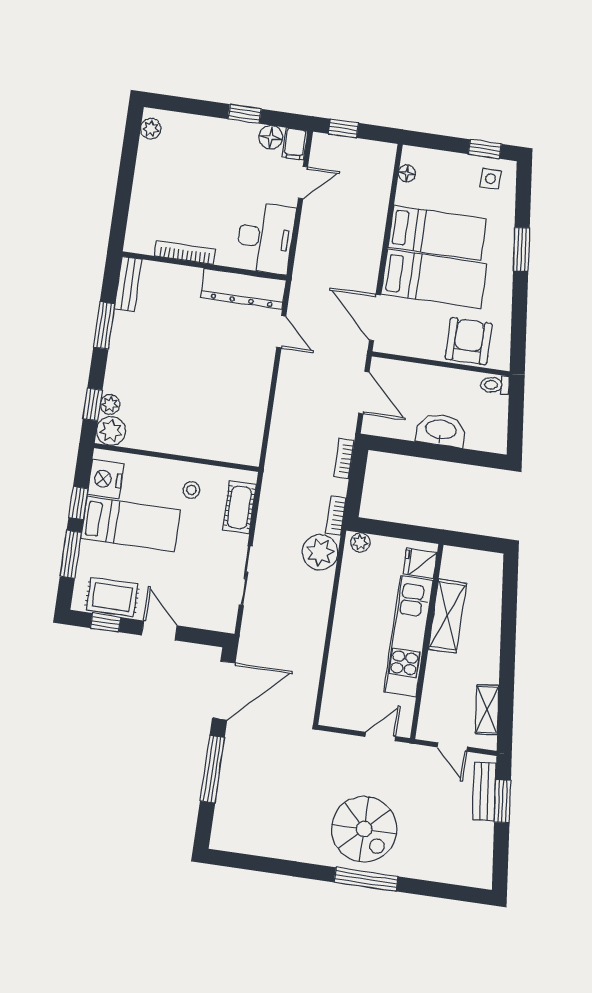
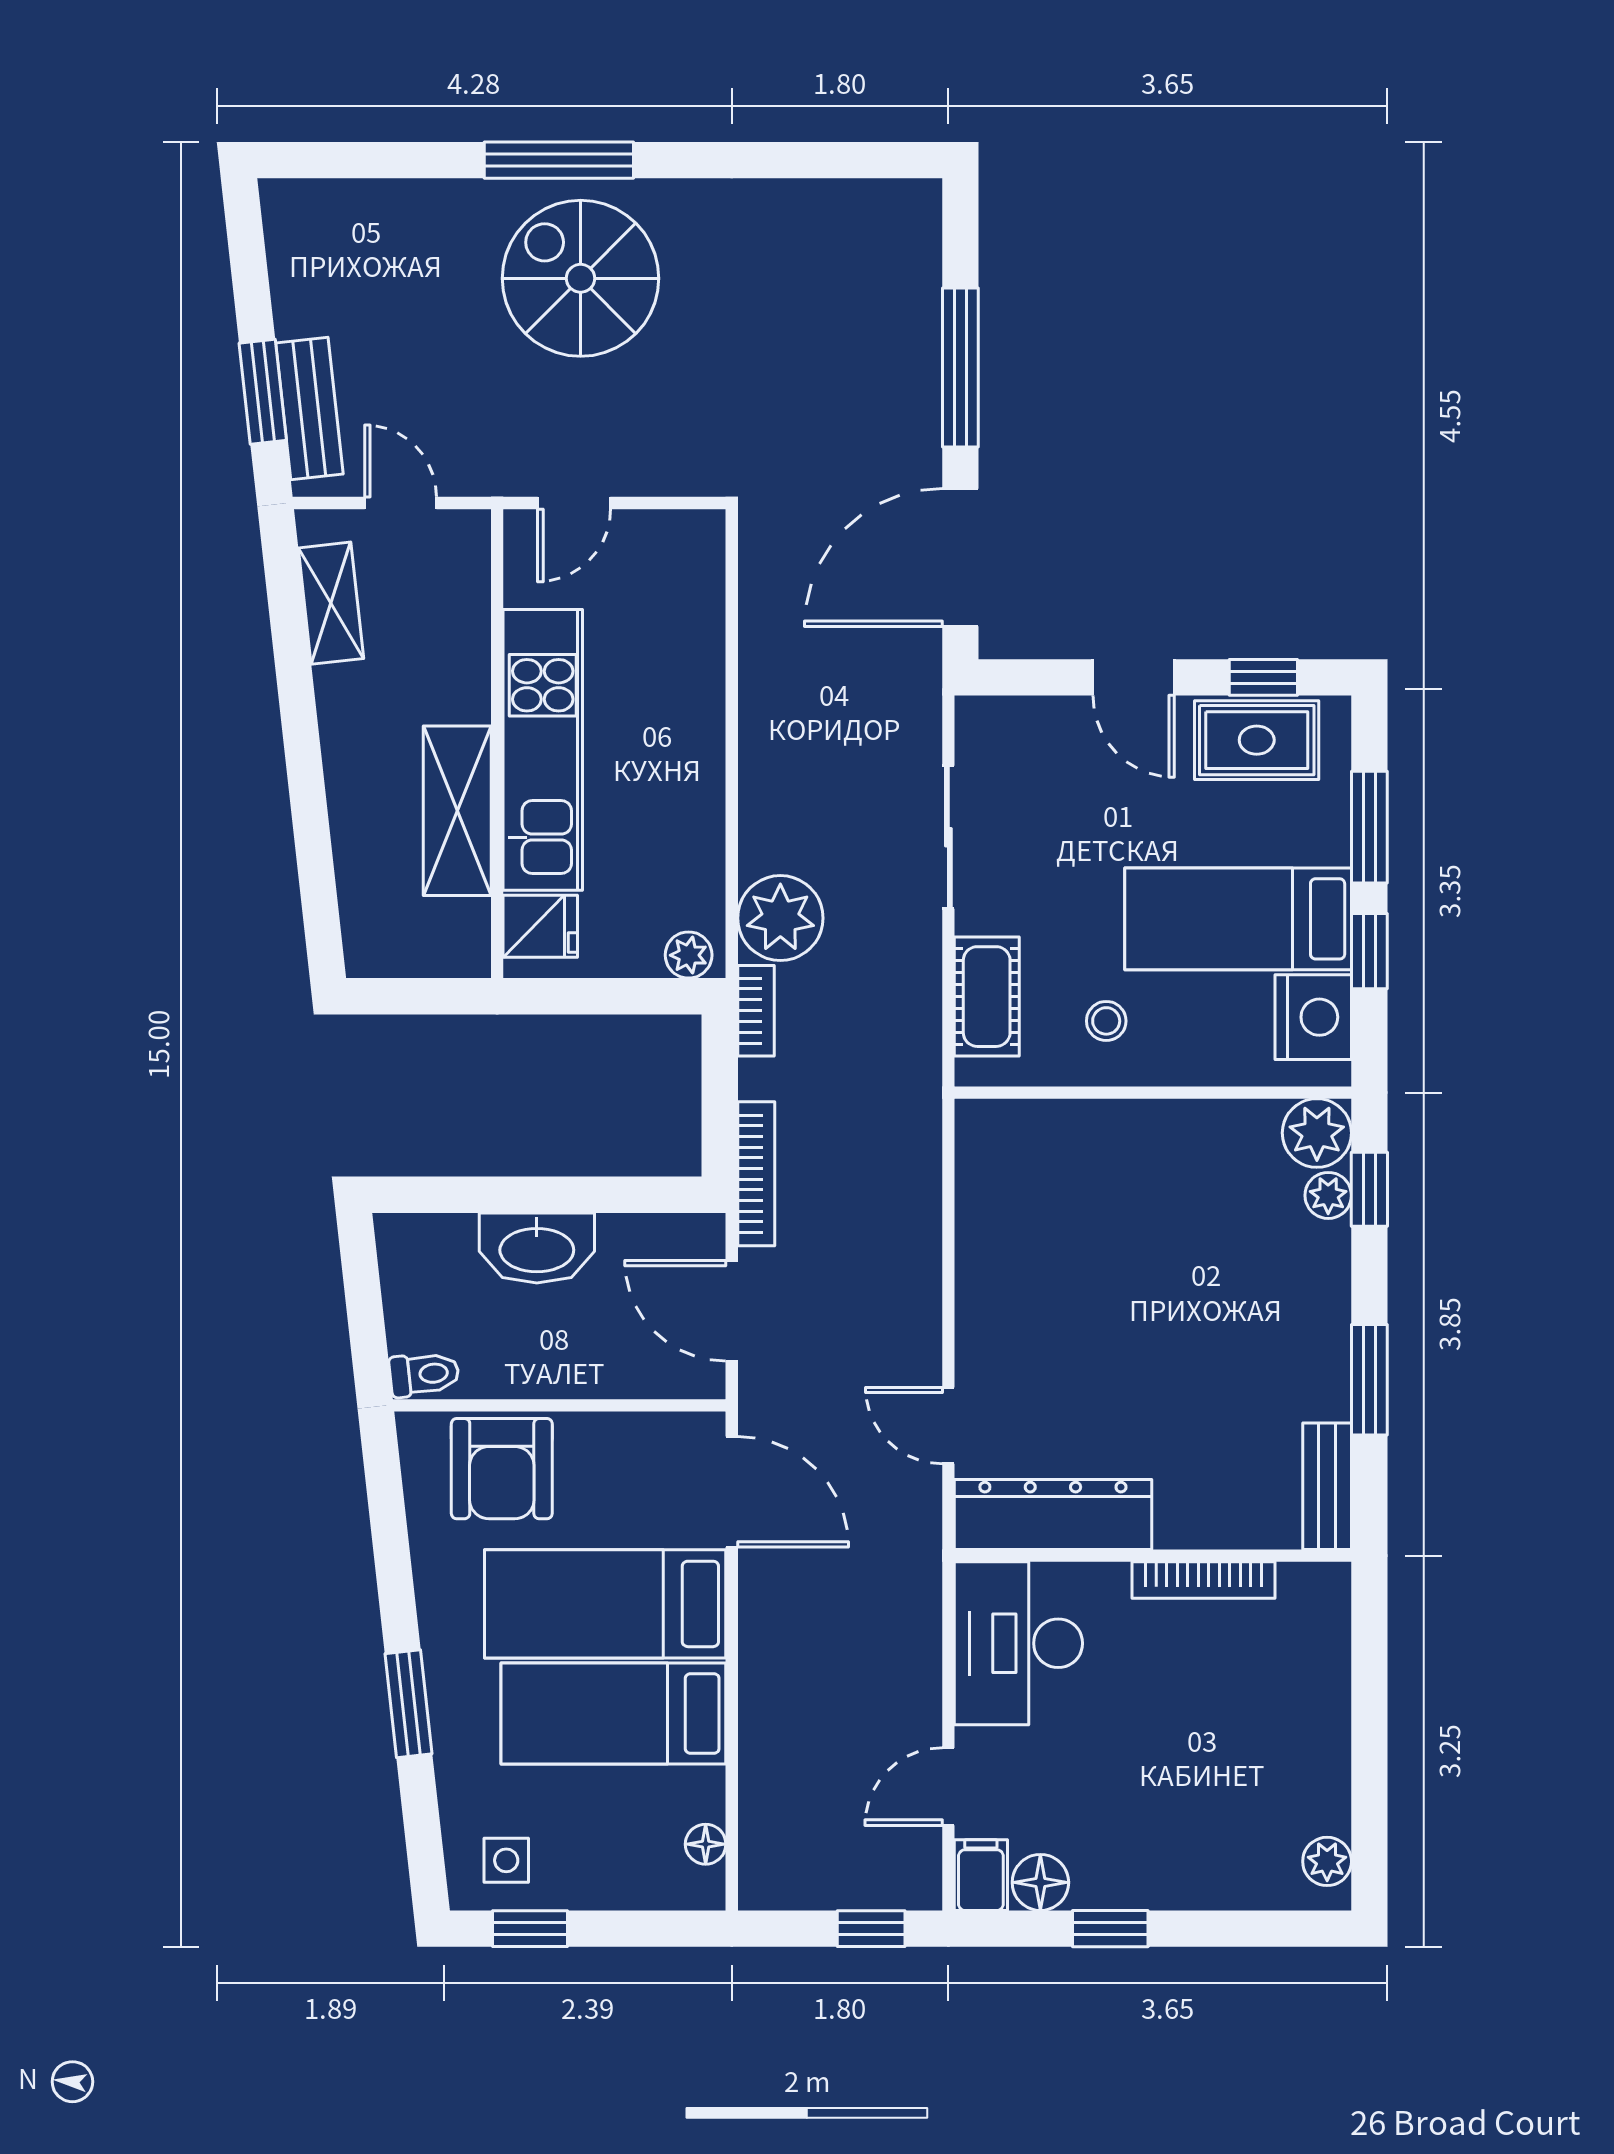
bookcase: (344, 459) -> (756, 1174), width x1.56

